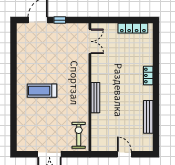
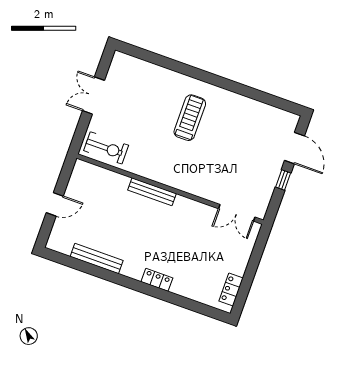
locker: (133, 28) -> (231, 290), width x0.66

